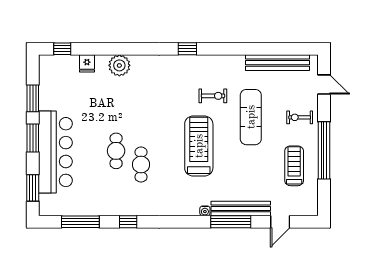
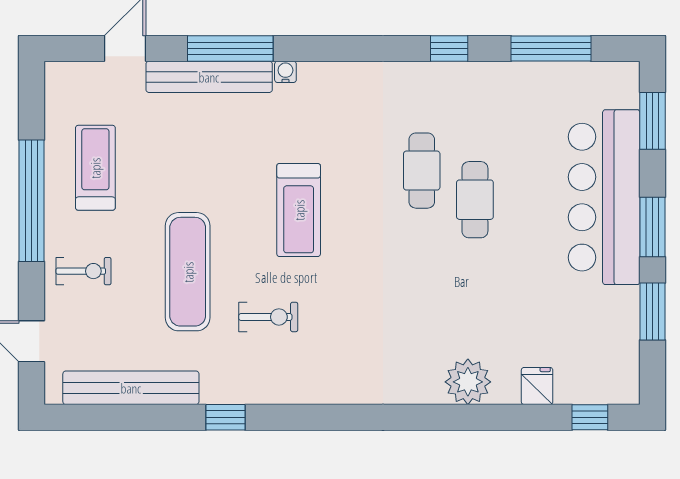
window: (187, 49) -> (226, 417), moved
exercise bike: (213, 96) -> (268, 317), turned 180
treadmill: (199, 146) -> (299, 210), width x0.73, depth x0.73
treadmill: (294, 166) -> (95, 168), turned 180

